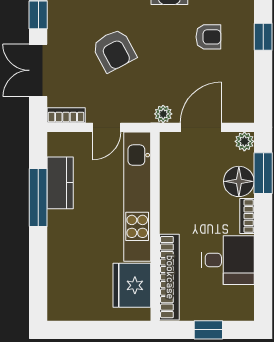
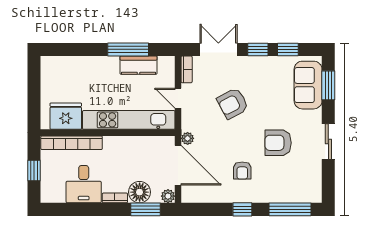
door: (201, 127) -> (178, 165), width x1.36

